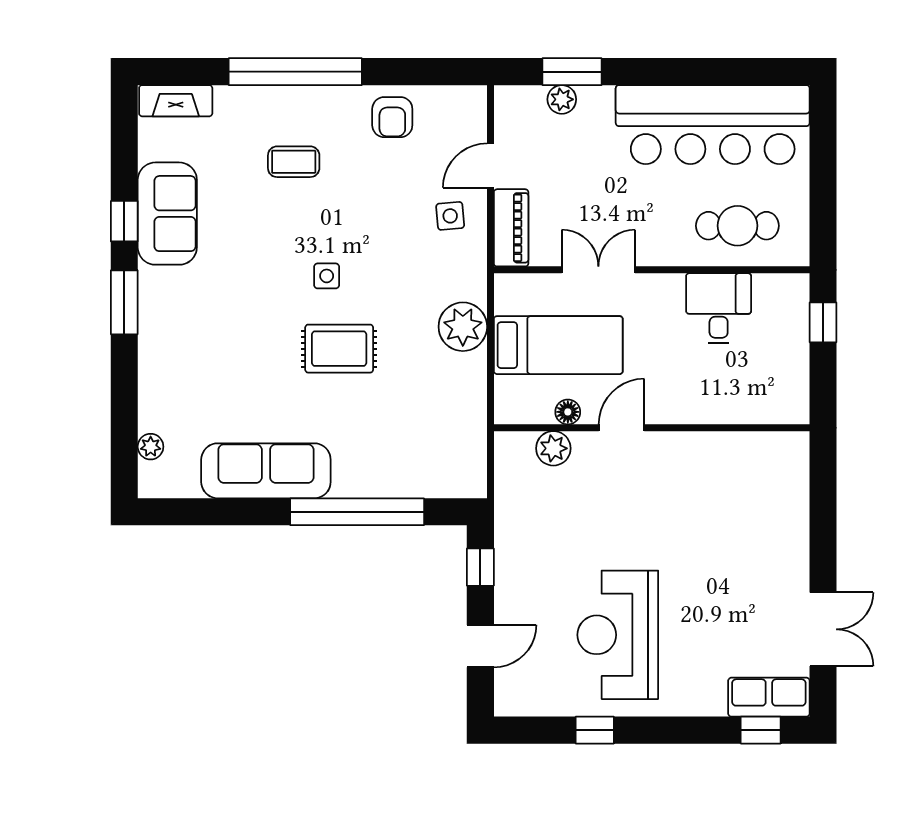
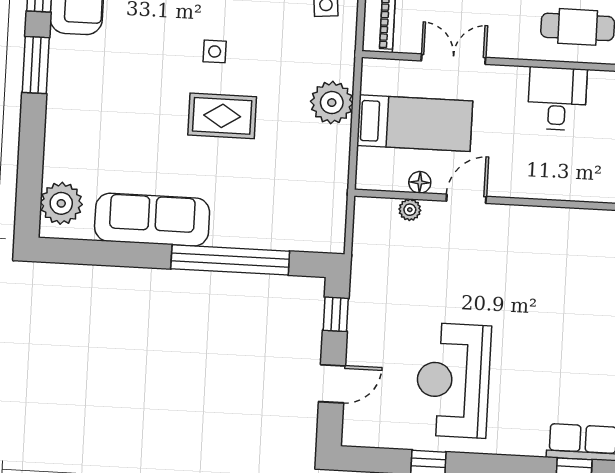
plant: (151, 447) -> (61, 203), width x1.88, depth x1.88
plant: (553, 448) -> (410, 210), width x0.73, depth x0.73

